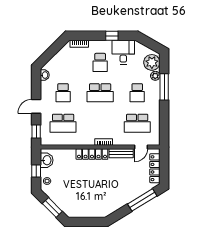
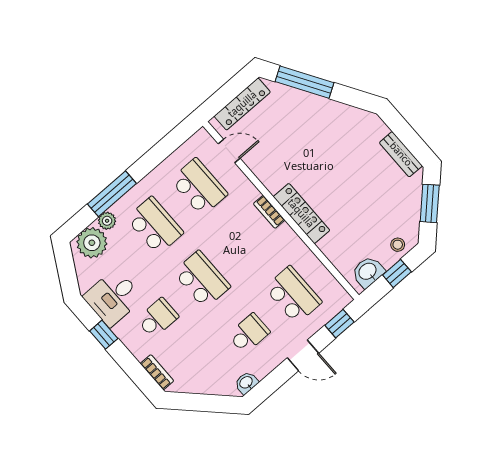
school desk: (137, 93) -> (155, 226), width x1.85
bench: (121, 153) -> (401, 154), moved

